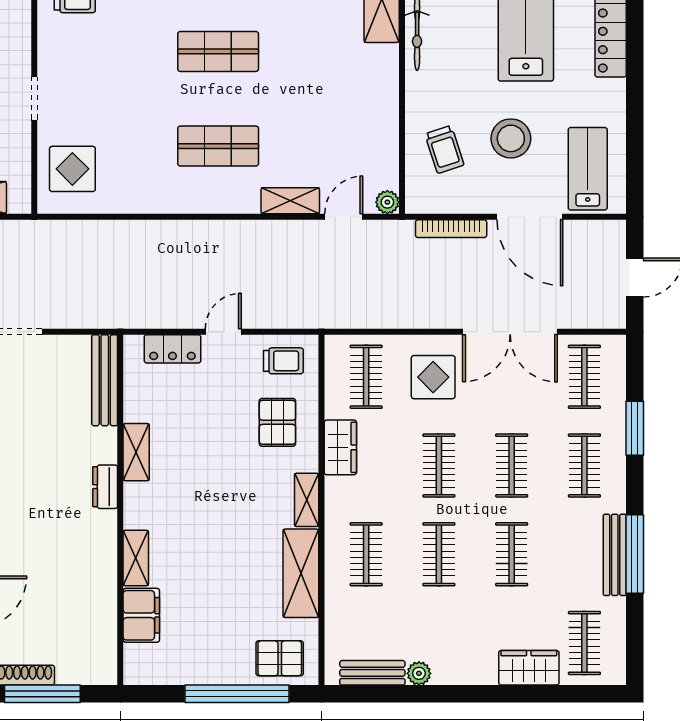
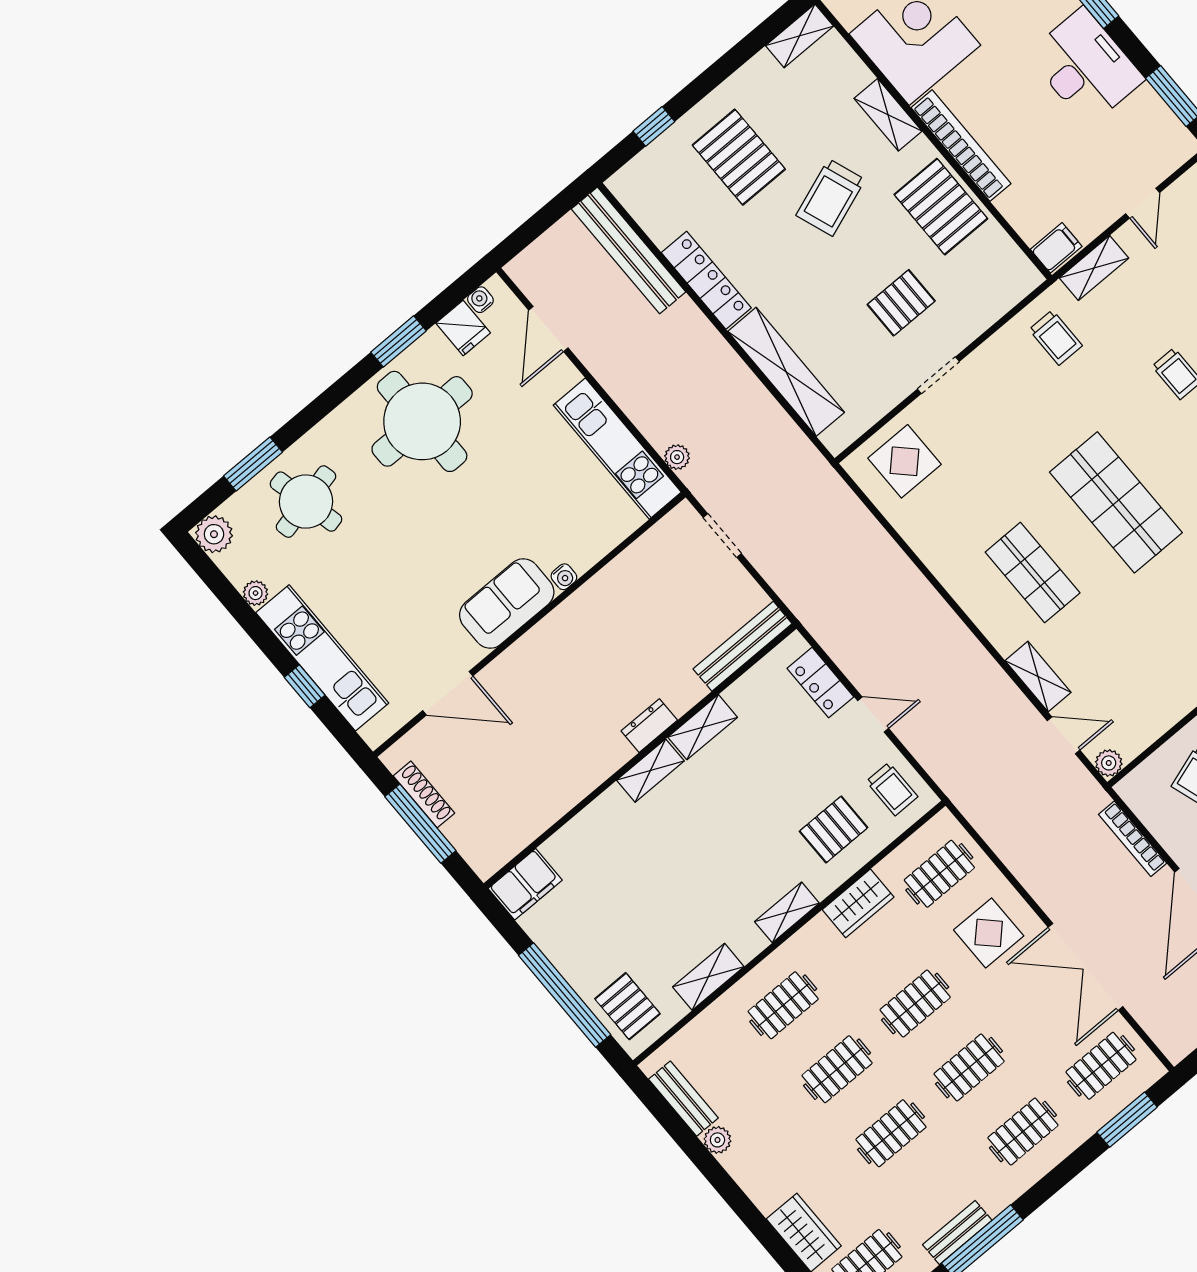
shop shelf: (218, 51) -> (1116, 502), width x1.43, depth x1.36
window: (635, 428) -> (1127, 1120), moved
bench: (615, 555) -> (957, 1232), width x0.73
shelving: (136, 558) -> (650, 771), moved
shelving: (301, 573) -> (708, 977), width x0.67, depth x0.75
filing cabinet: (141, 615) -> (525, 884), moved

